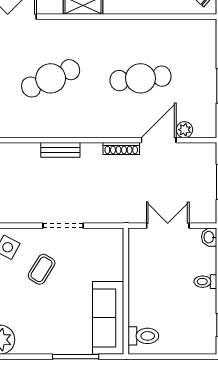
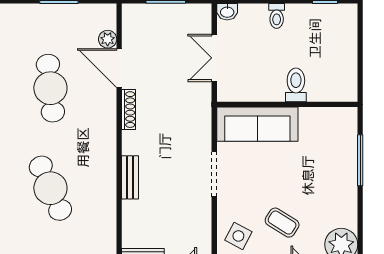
coffee table: (42, 269) -> (282, 223), moved
sofa: (108, 318) -> (257, 124), moved
toilet: (143, 336) -> (296, 85), moved

